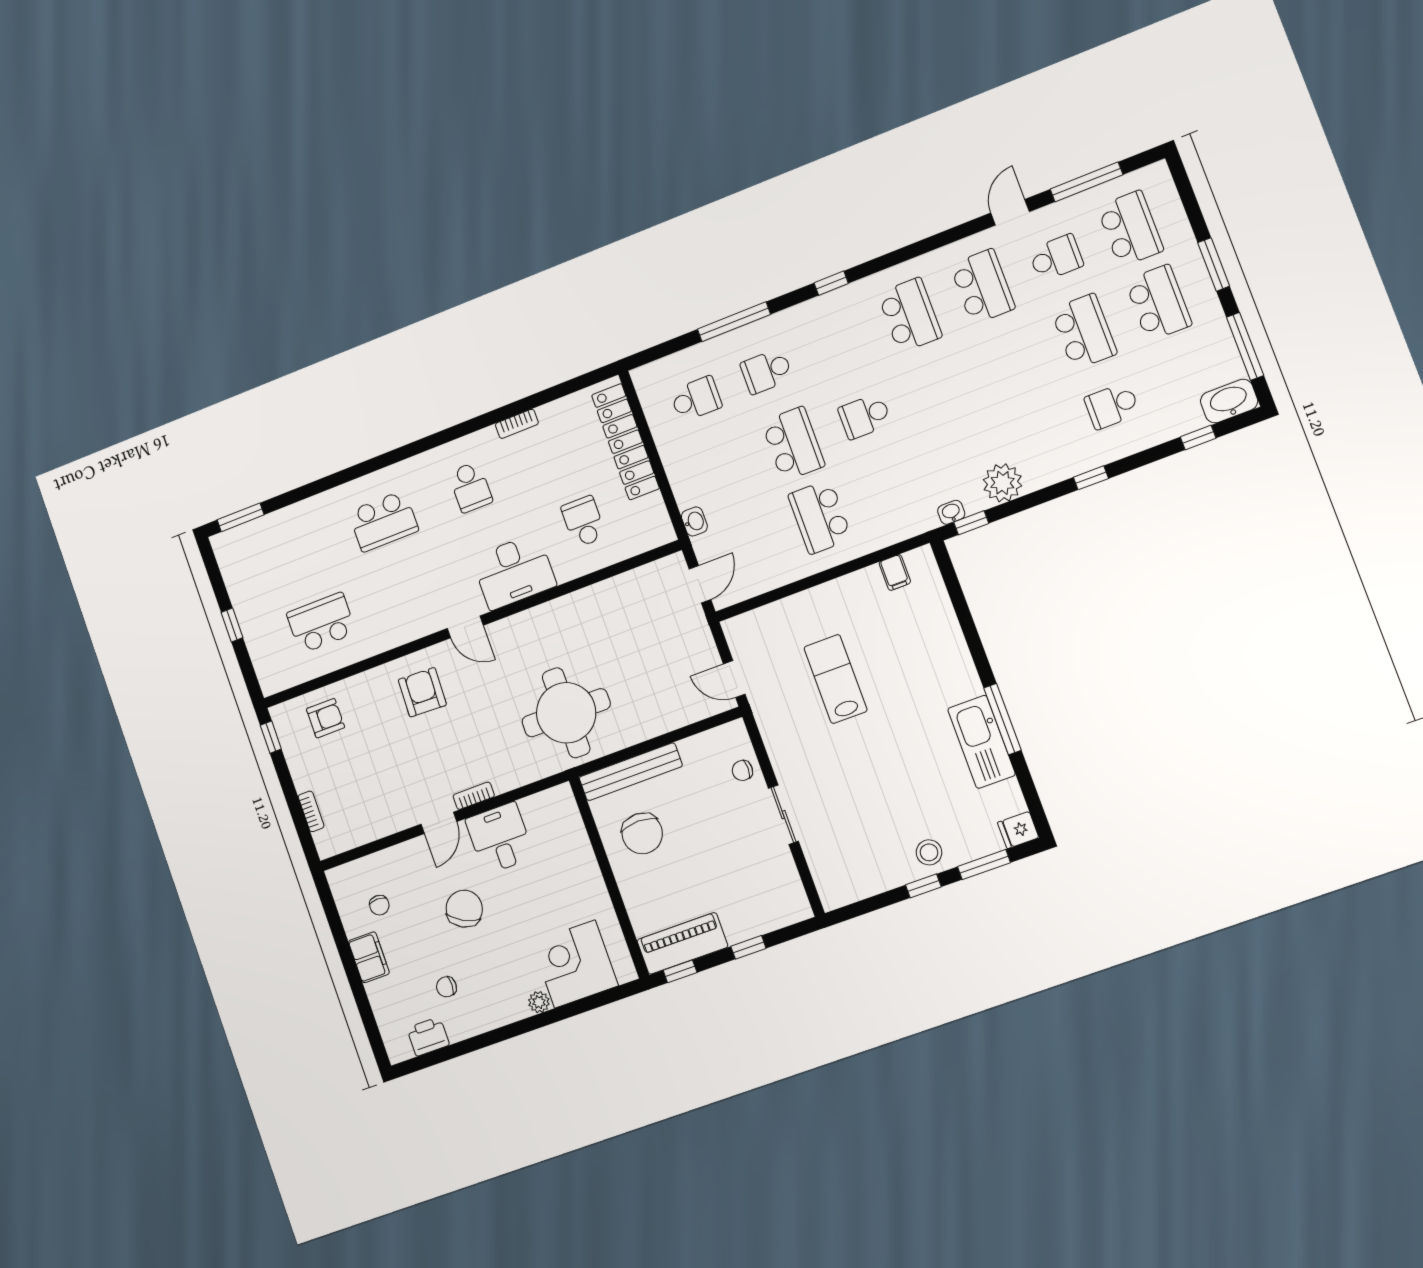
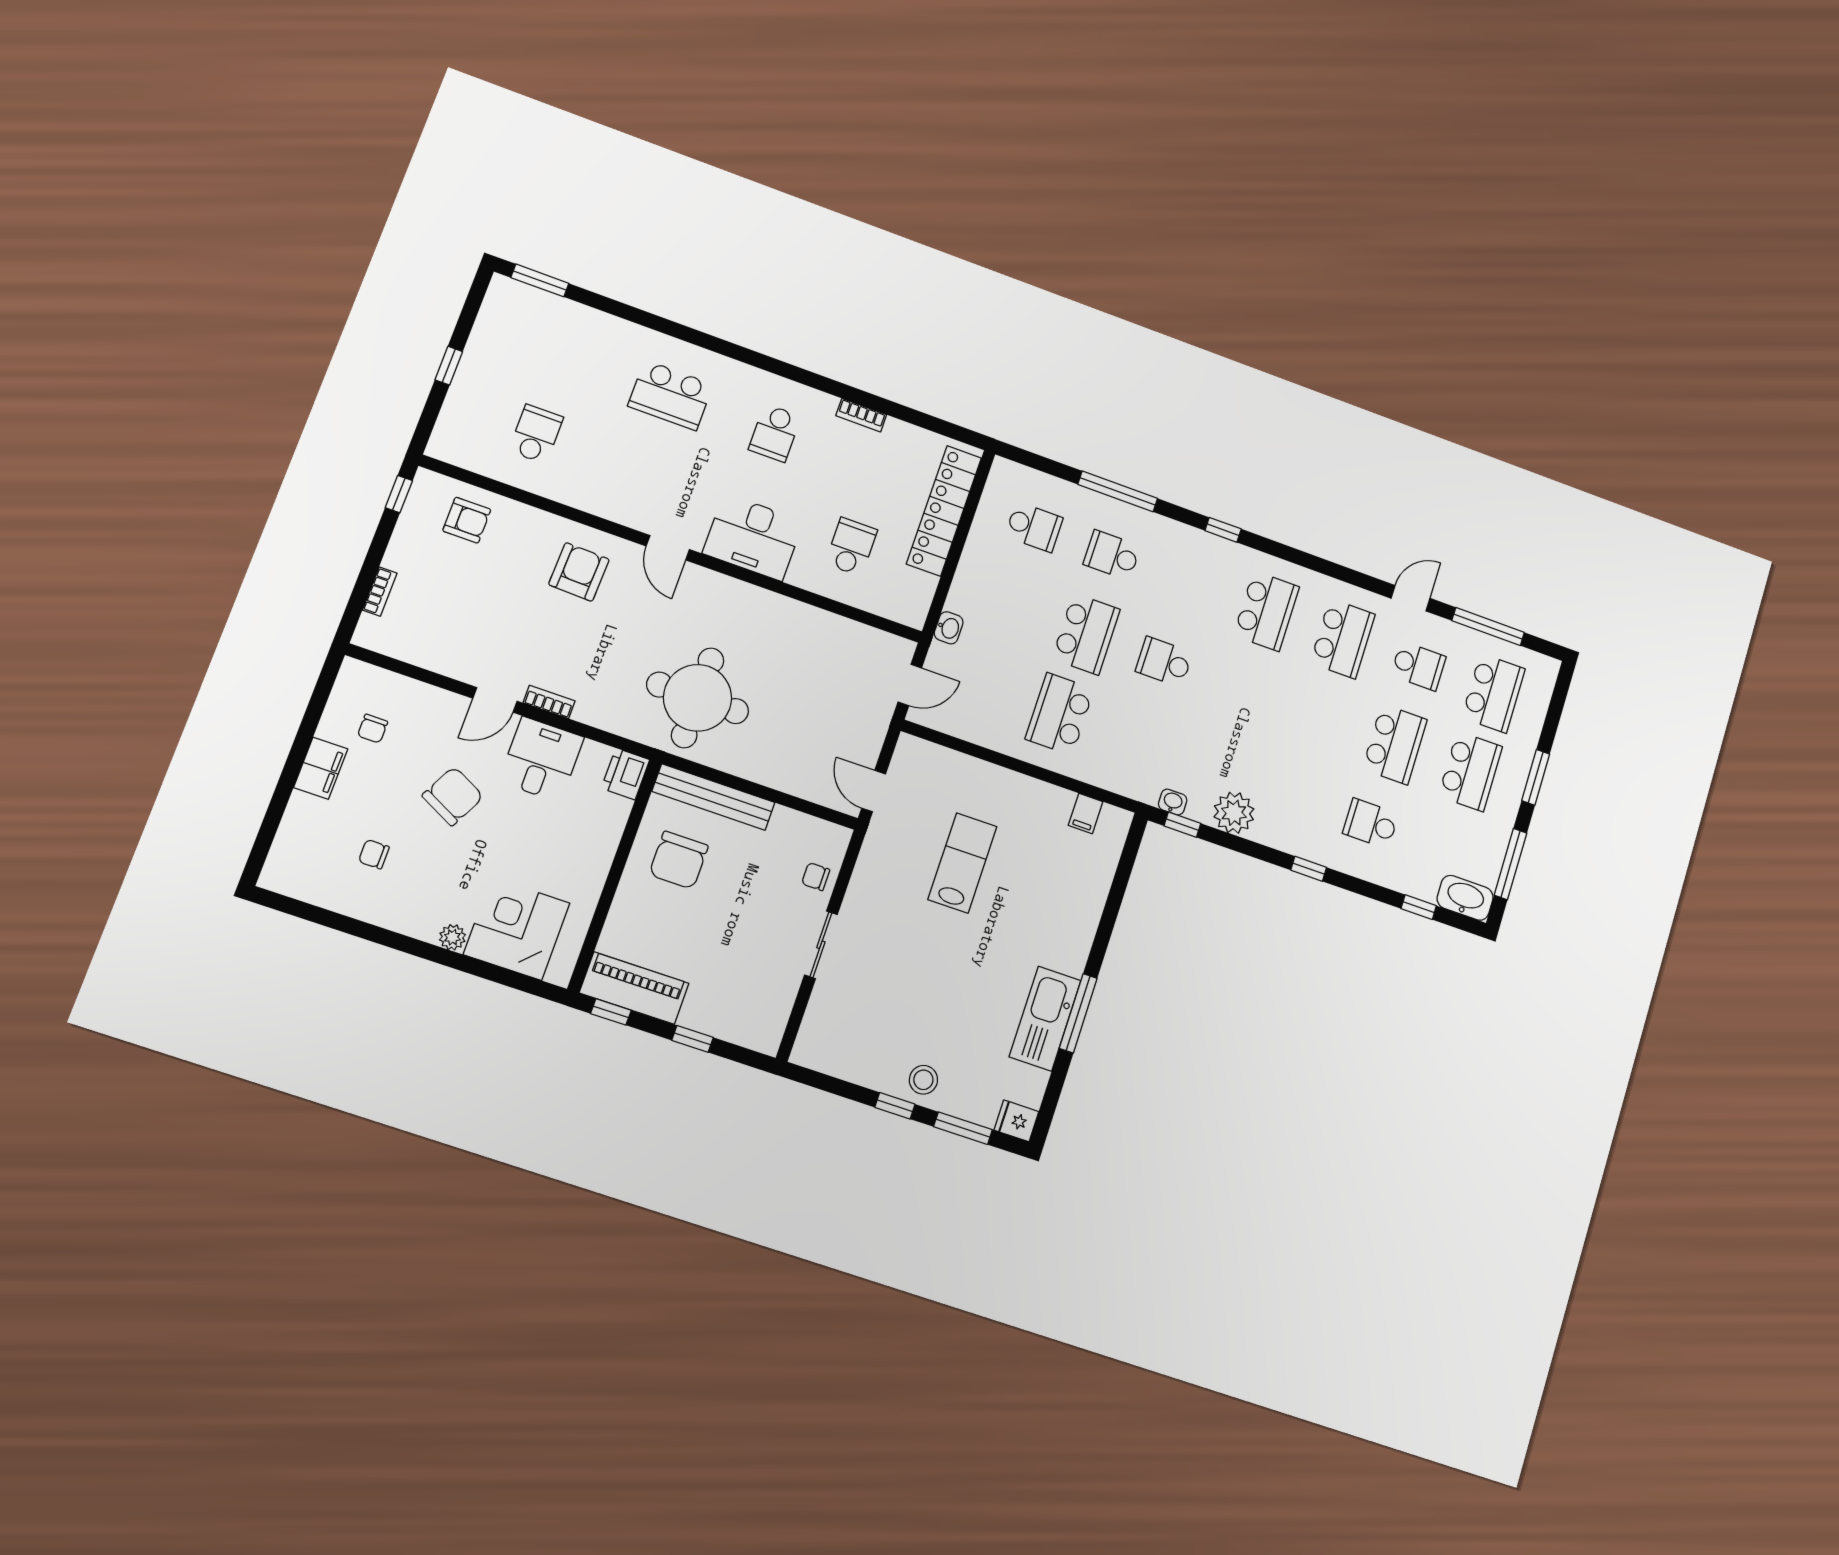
school desk: (321, 623) -> (536, 434), width x0.54
printer: (428, 1037) -> (625, 774), moved, turned -90

